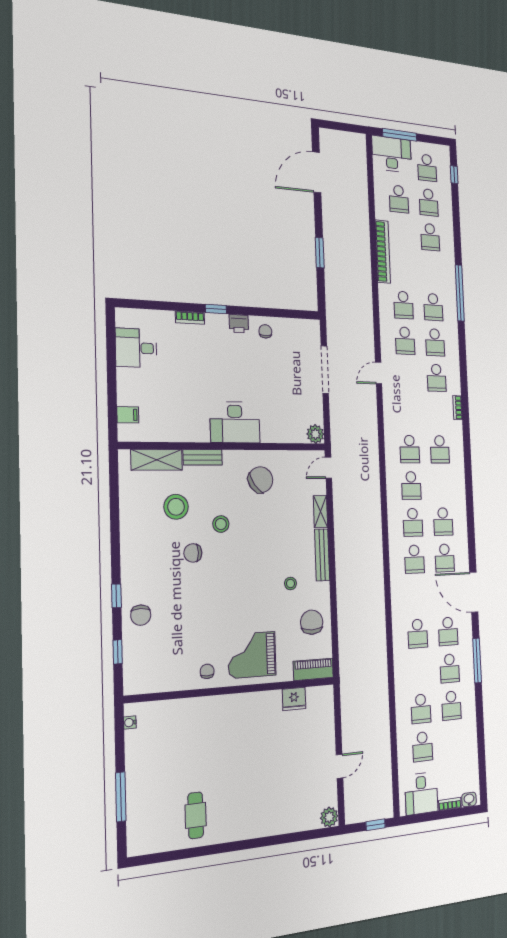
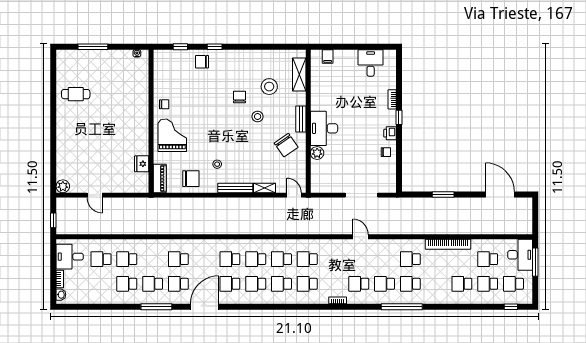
window: (460, 293) -> (402, 307), moved
school desk: (405, 341) -> (281, 284), moved
plant: (315, 434) -> (317, 153), moved
bench: (203, 457) -> (301, 119), moved

